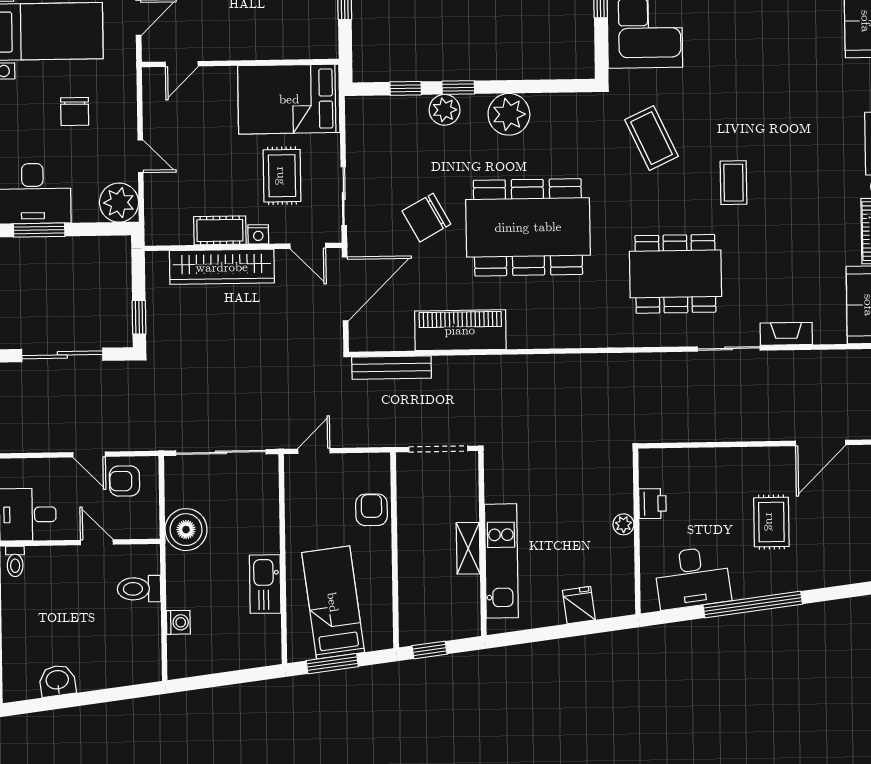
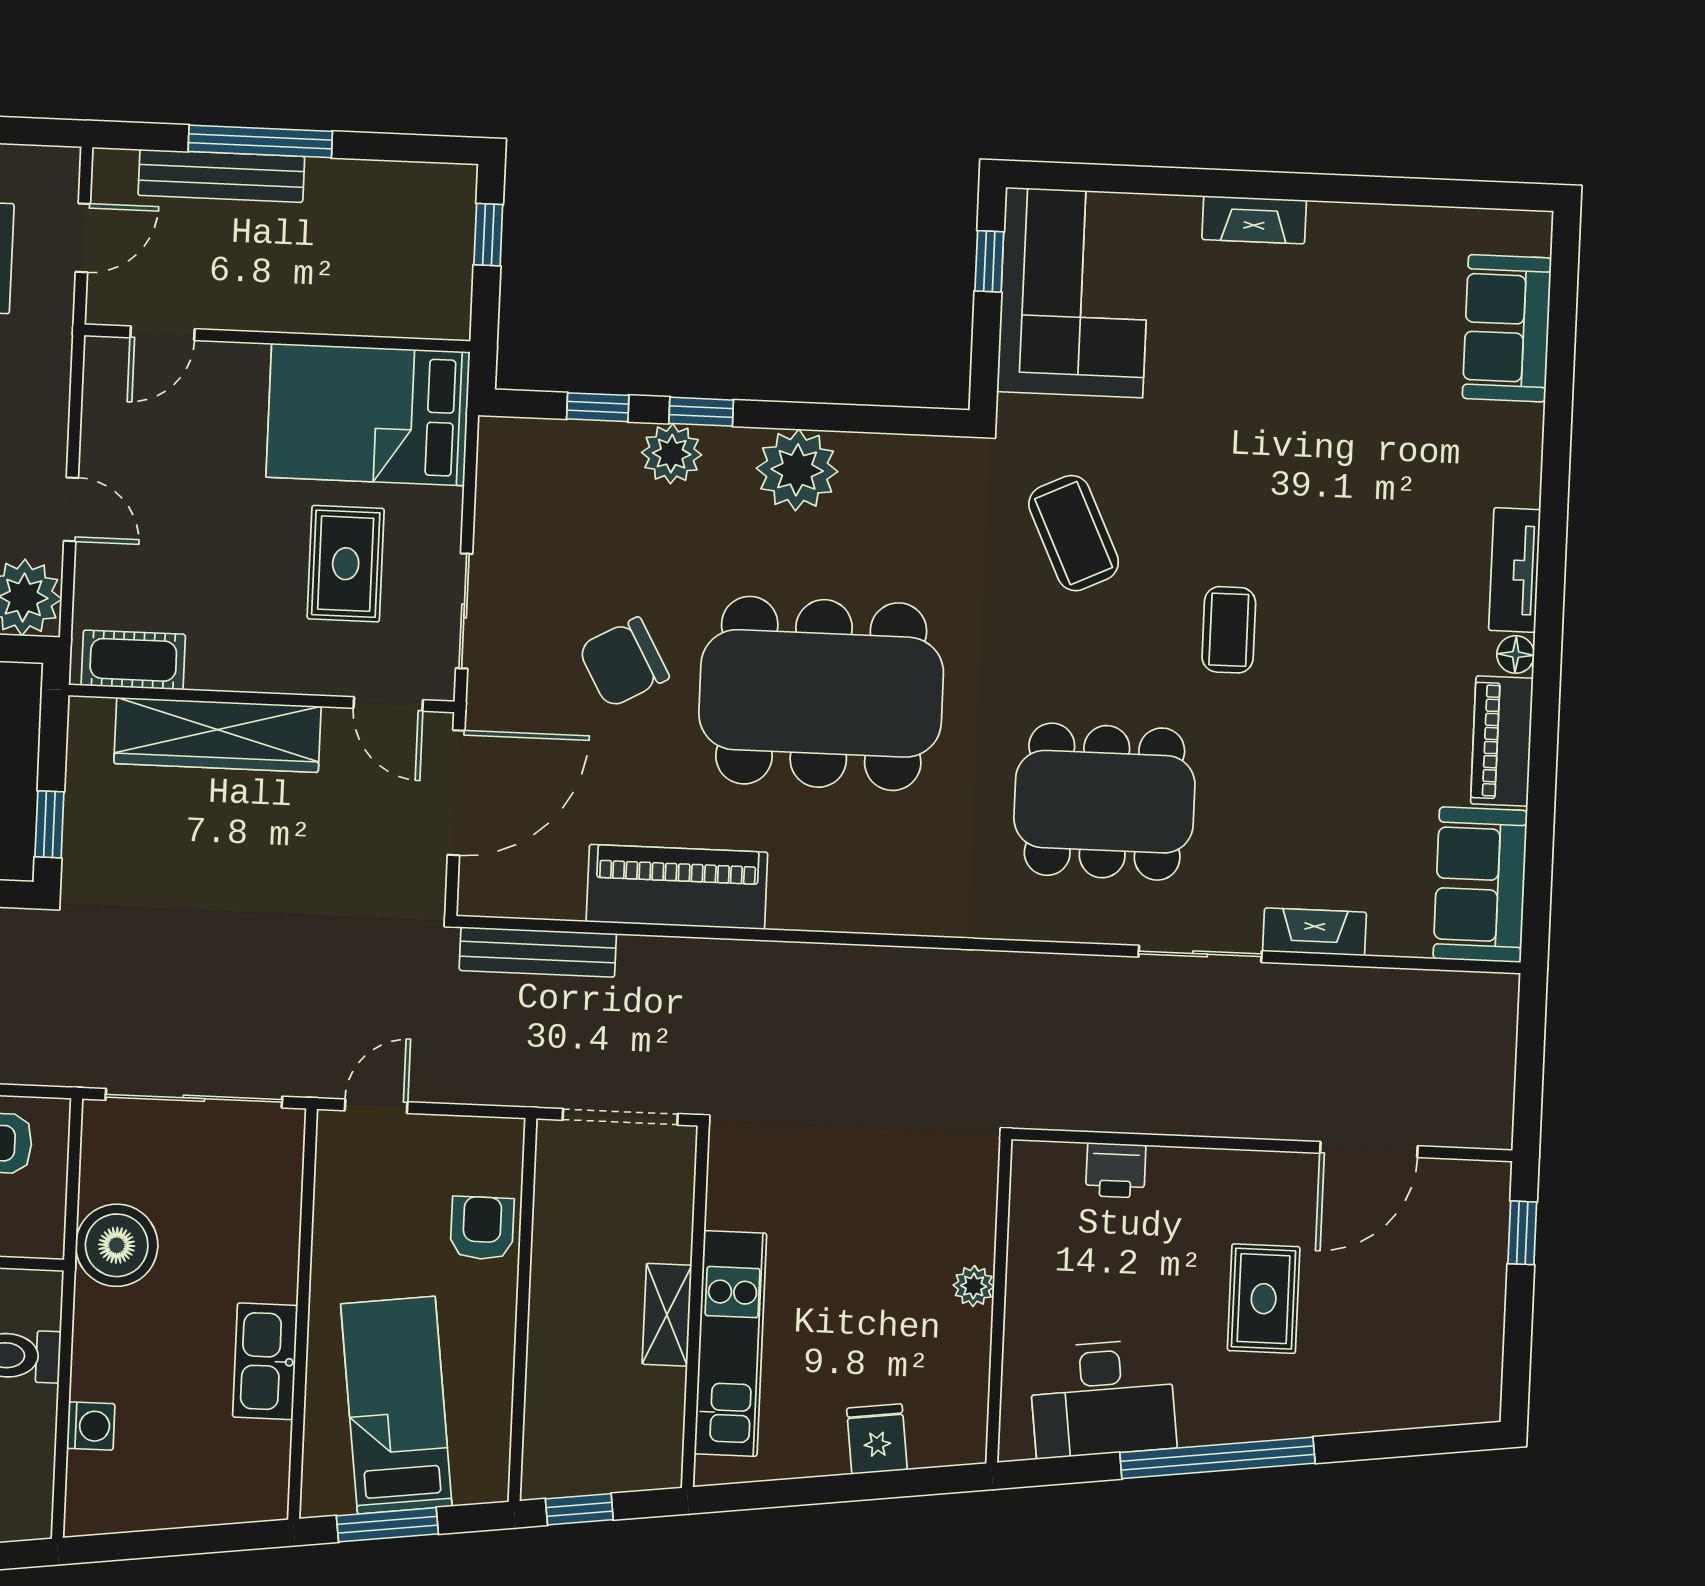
cot: (220, 230) -> (133, 660), moved
nightstand: (258, 234) -> (292, 676), removed
printer: (652, 504) -> (1116, 1170), moved, turned 90

